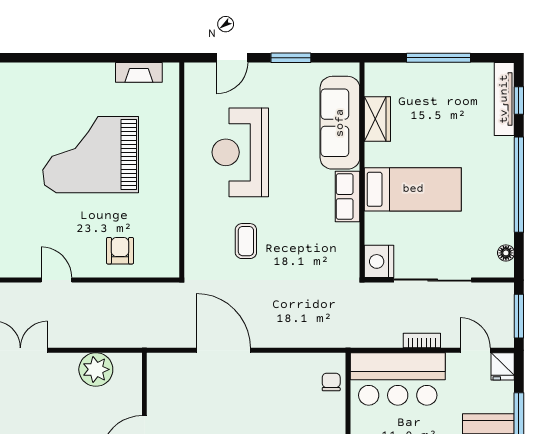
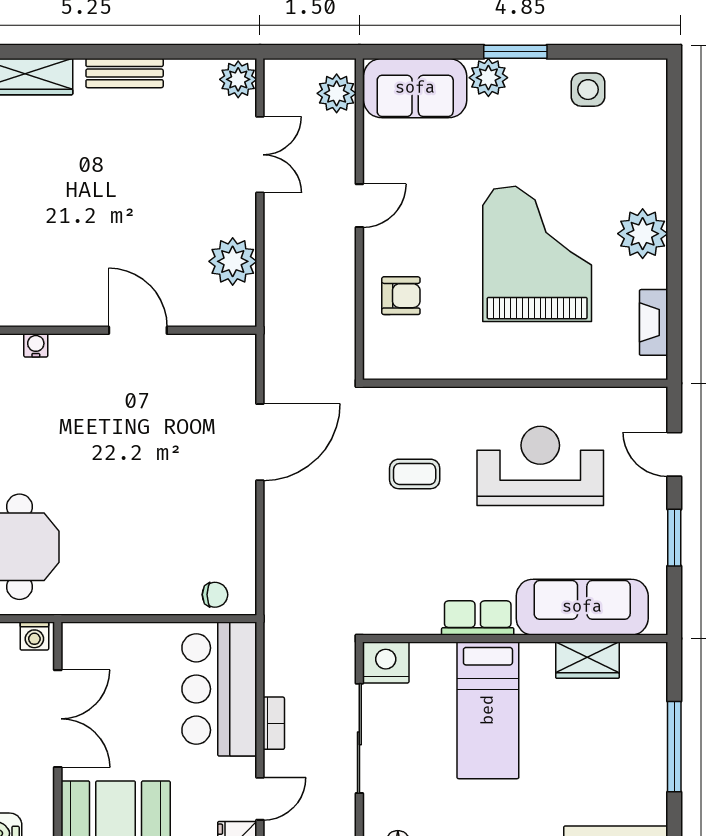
plant: (76, 80) -> (643, 234), added

